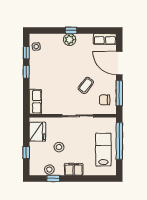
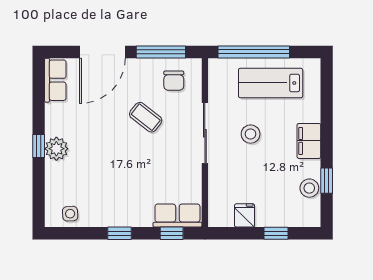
window: (26, 53) -> (172, 233), moved
fridge: (37, 132) -> (245, 215), width x0.53, depth x0.75
stool: (59, 147) -> (251, 134), moved

